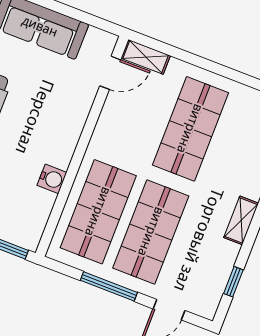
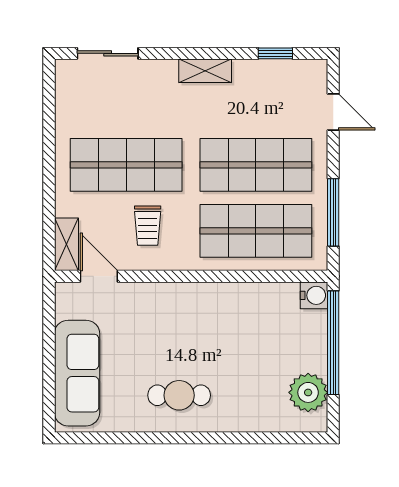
trolley: (136, 127) -> (148, 226), added
water cooler: (52, 179) -> (314, 295), moved, turned 90
window: (109, 286) -> (333, 212), moved

